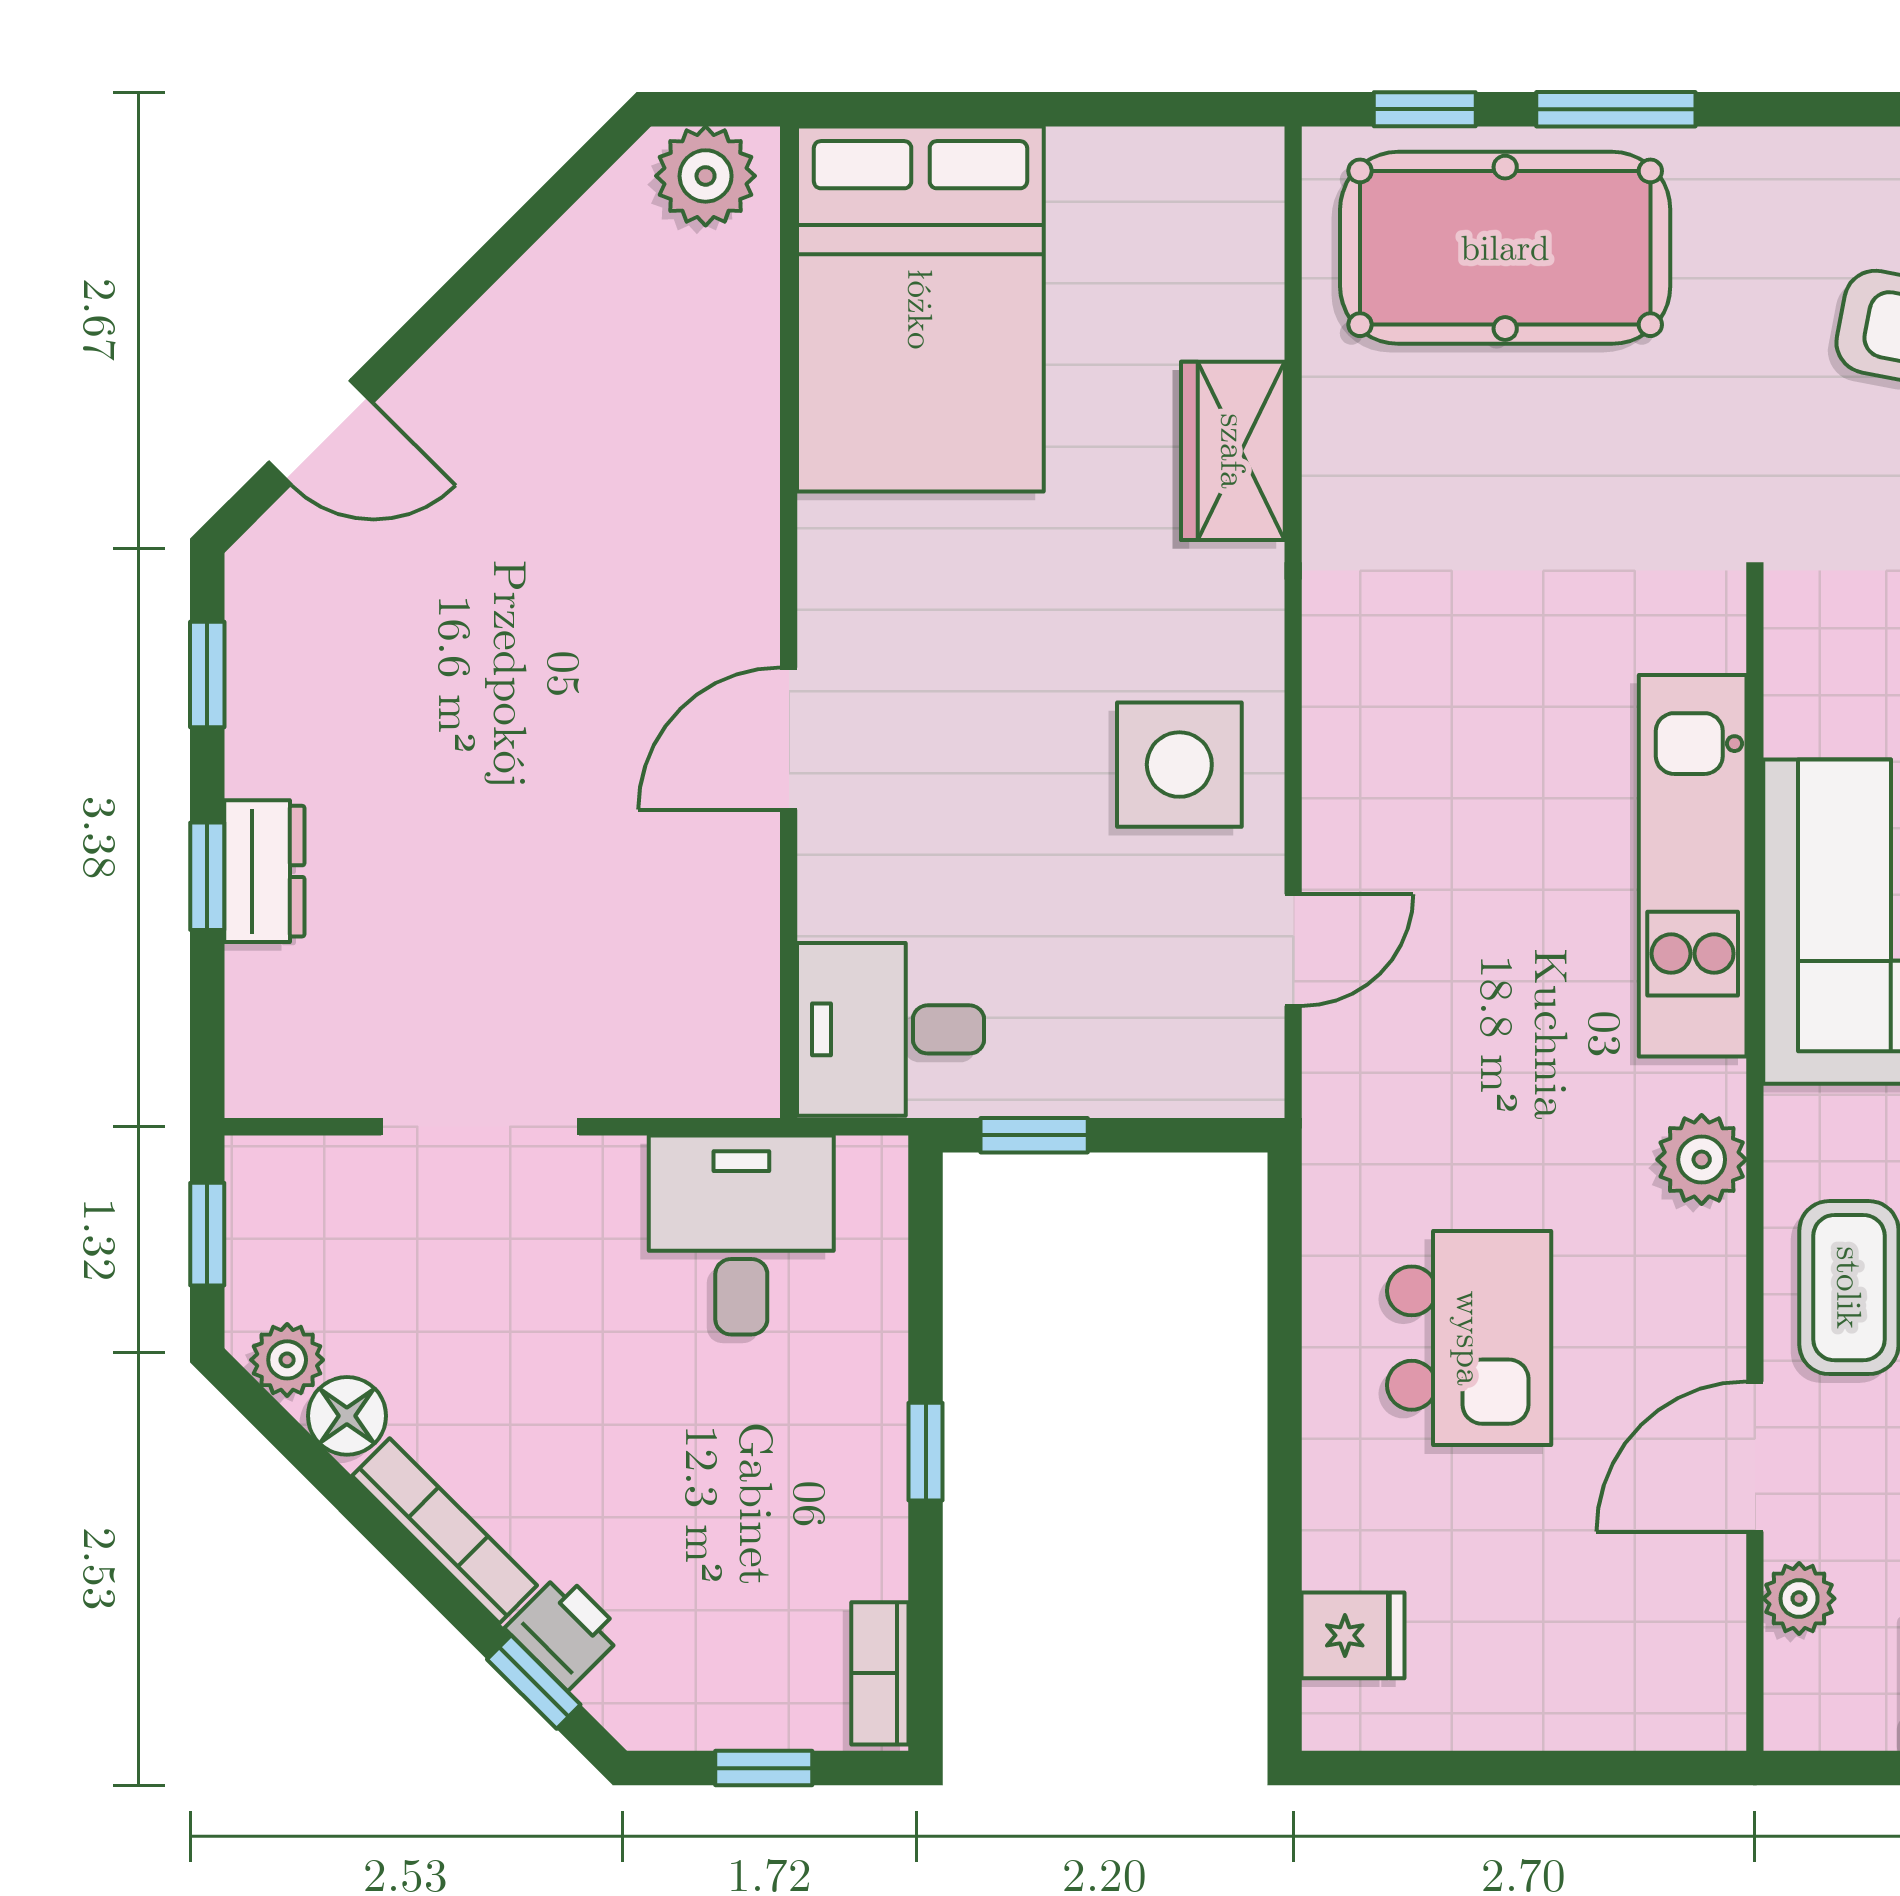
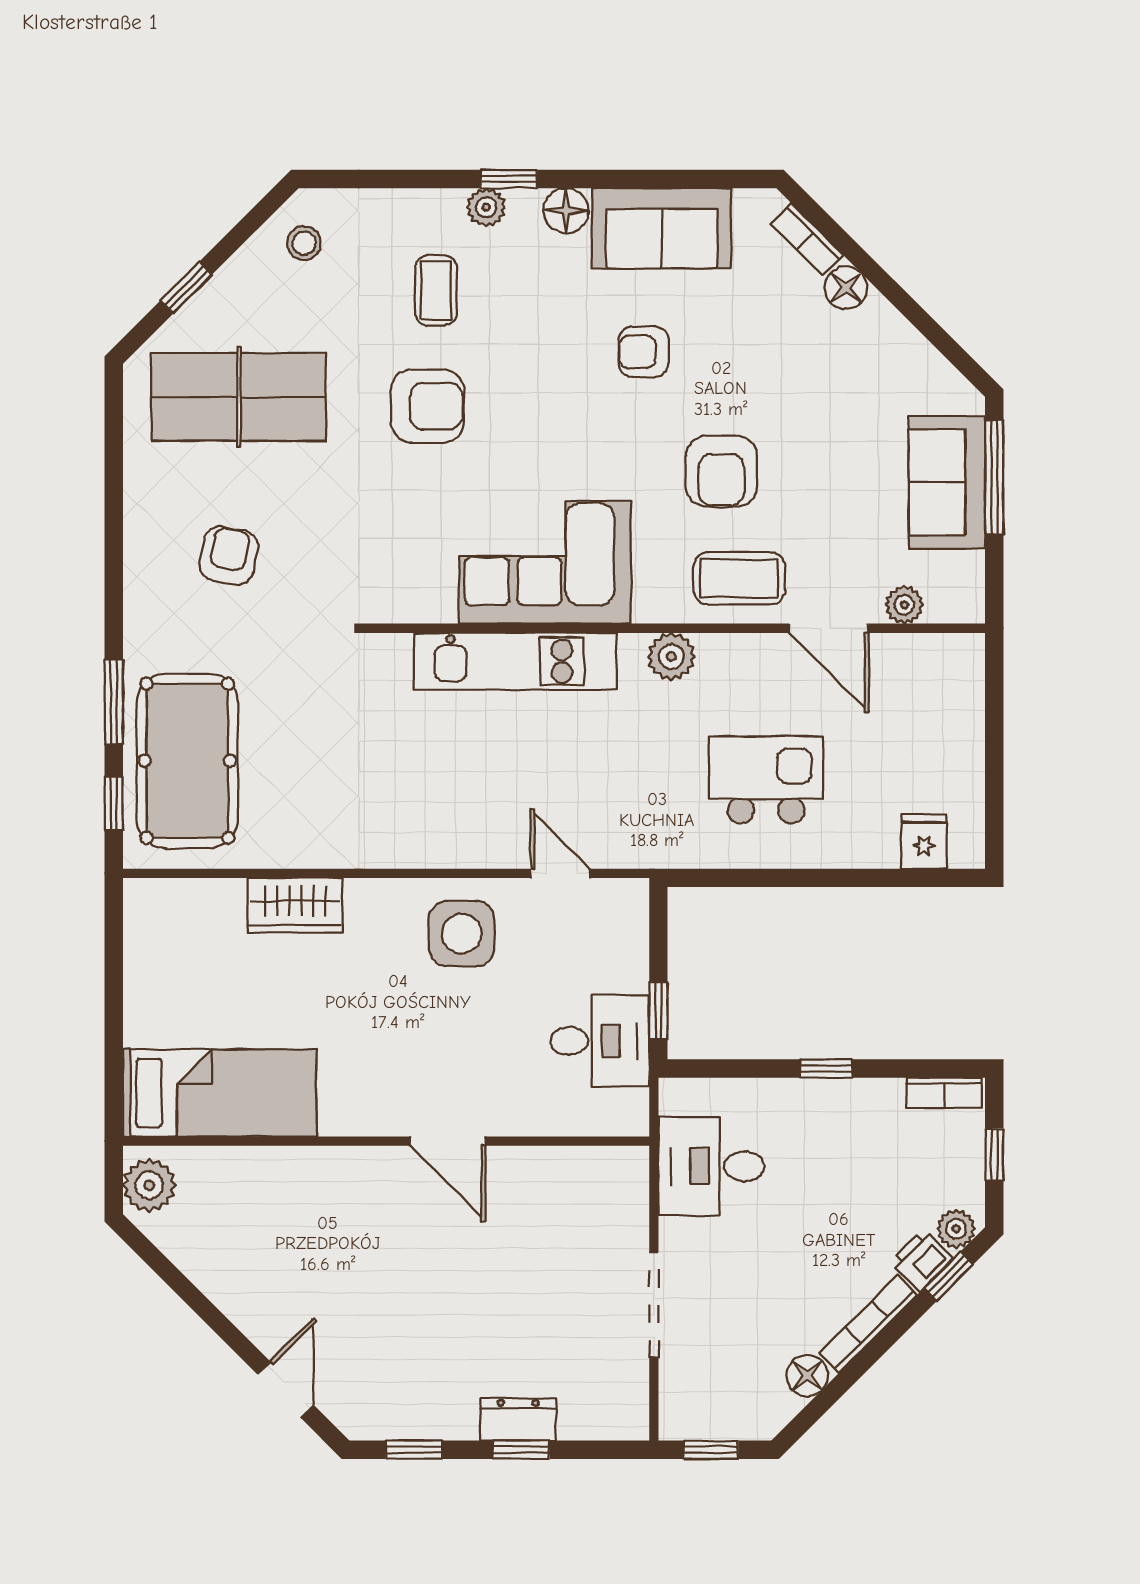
bed: (920, 309) -> (220, 1093), width x0.67
desk: (891, 1029) -> (600, 1041), moved, turned -90
plant: (287, 1360) -> (956, 1229), moved

